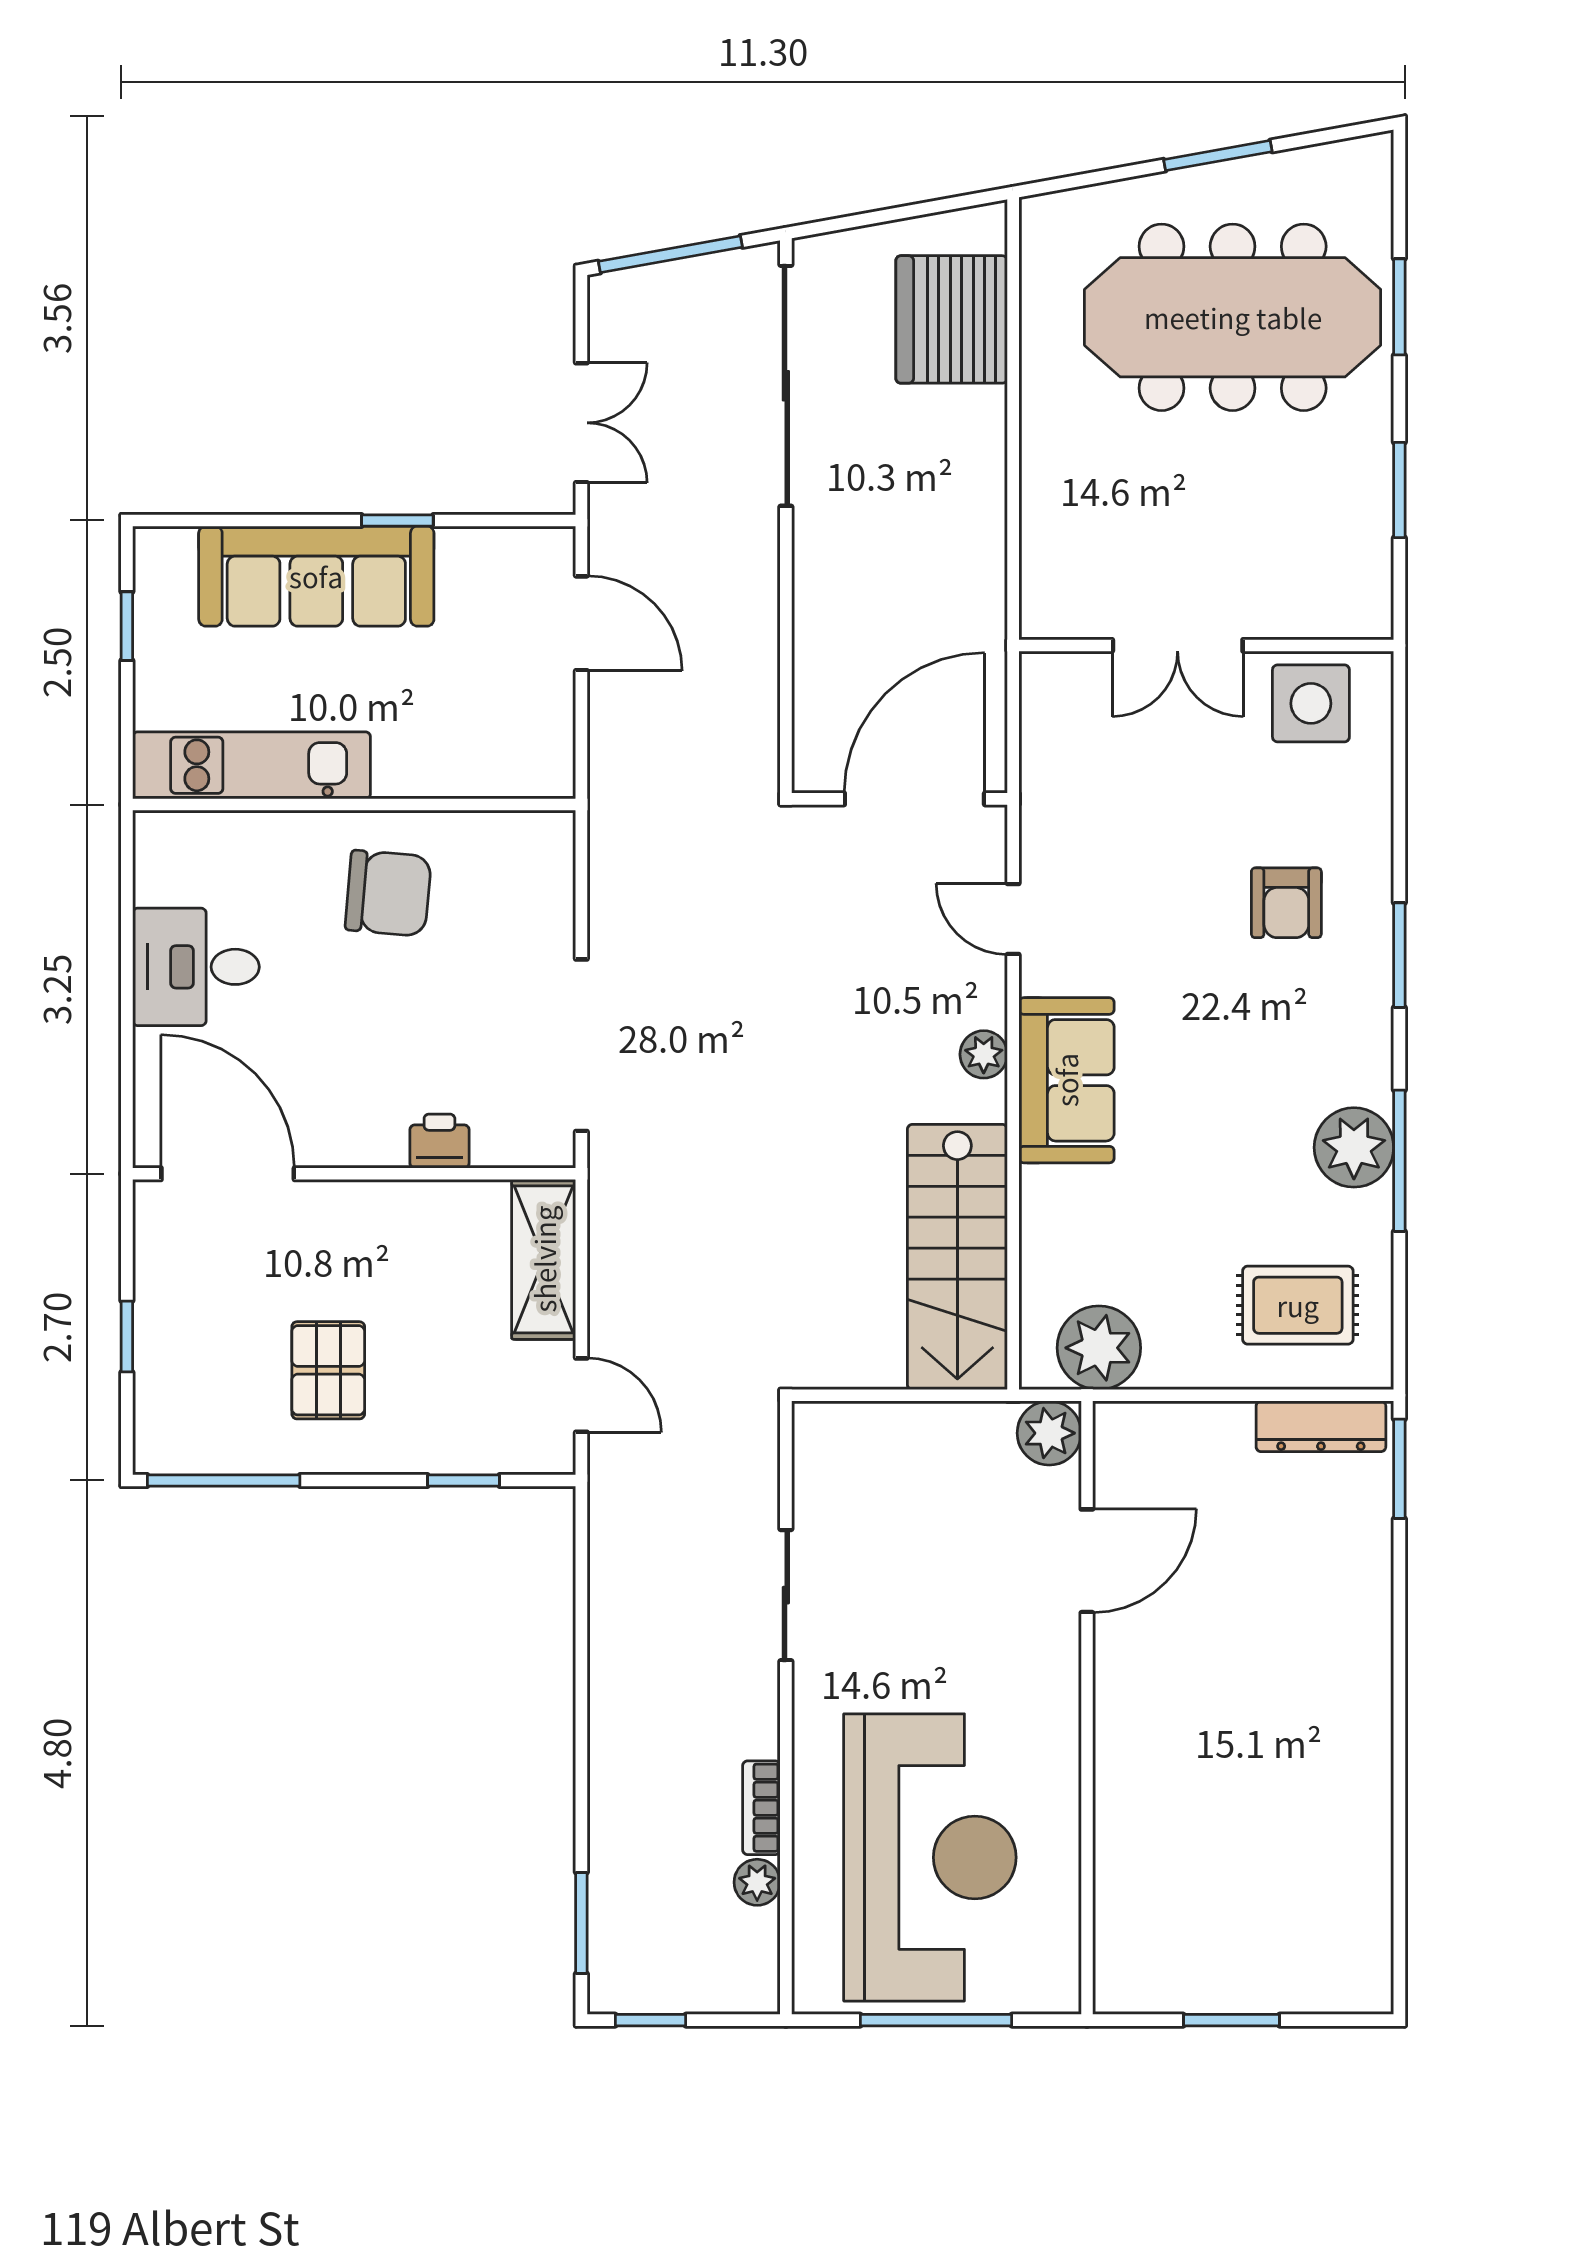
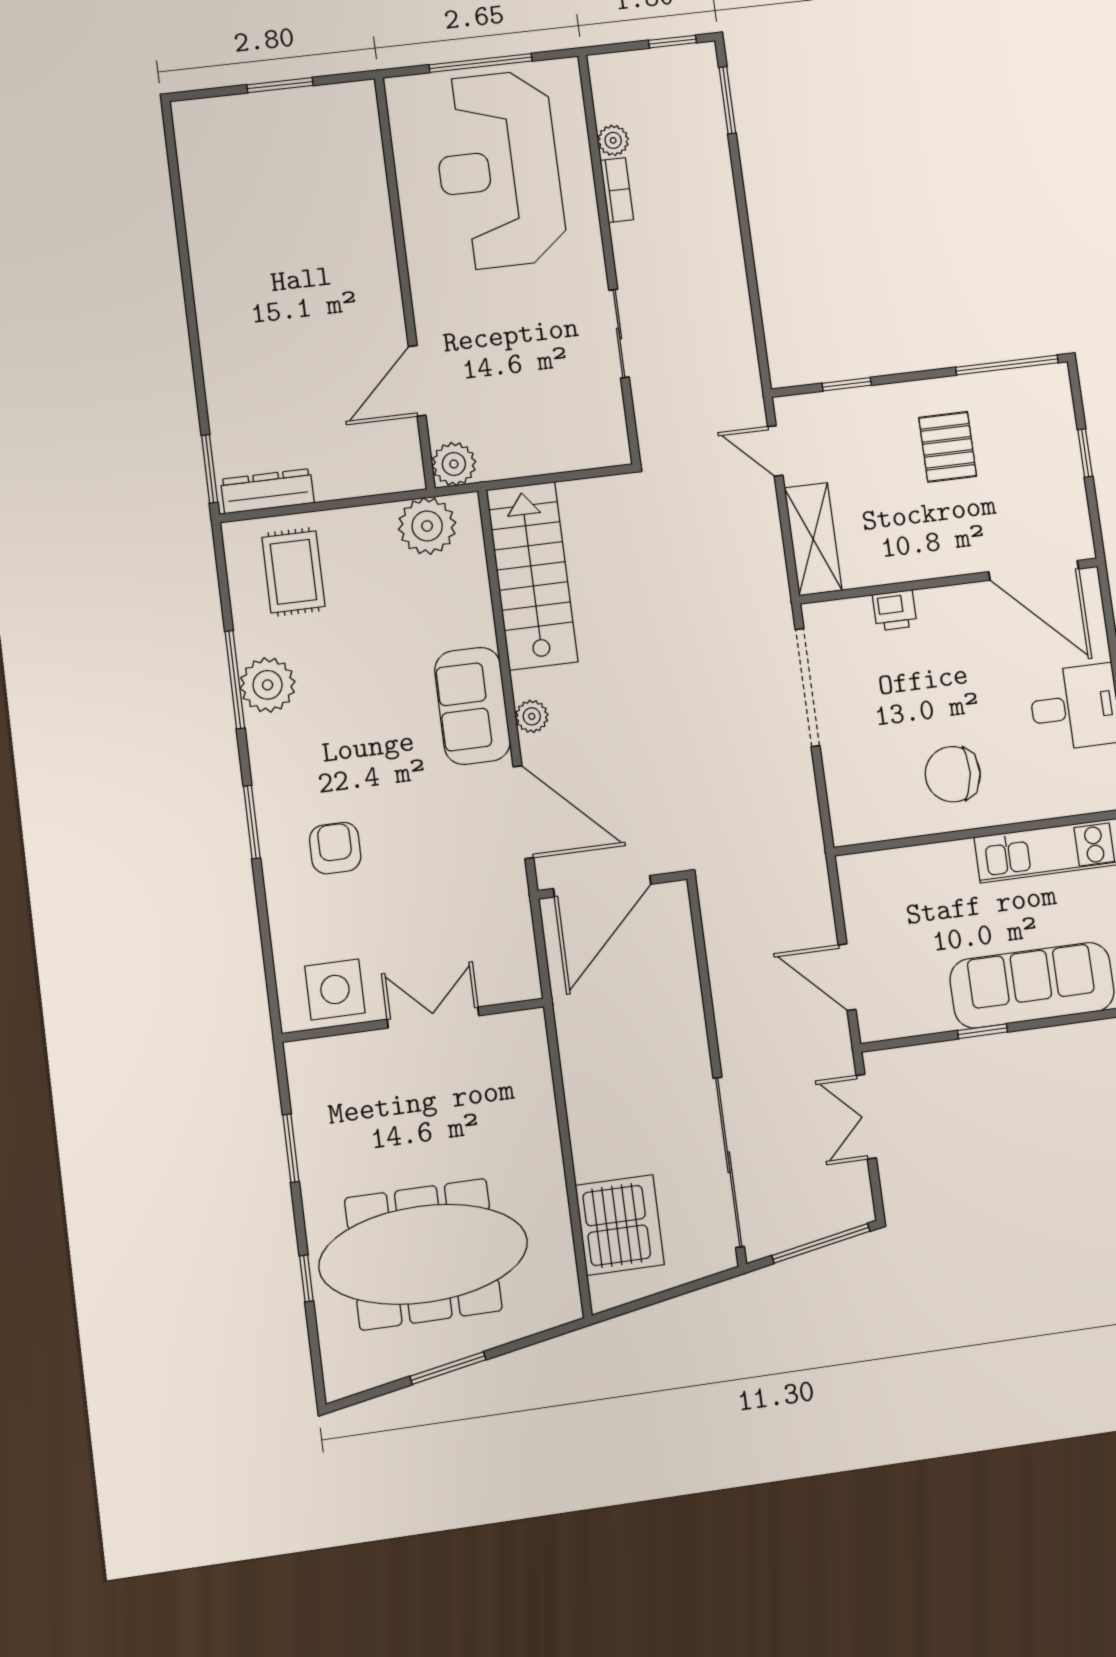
window: (1399, 307) -> (306, 1278), width x0.67
door: (1013, 919) -> (523, 812), width x1.88
rug: (1298, 1305) -> (293, 572), turned 90

